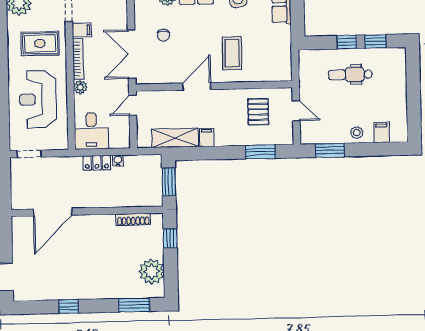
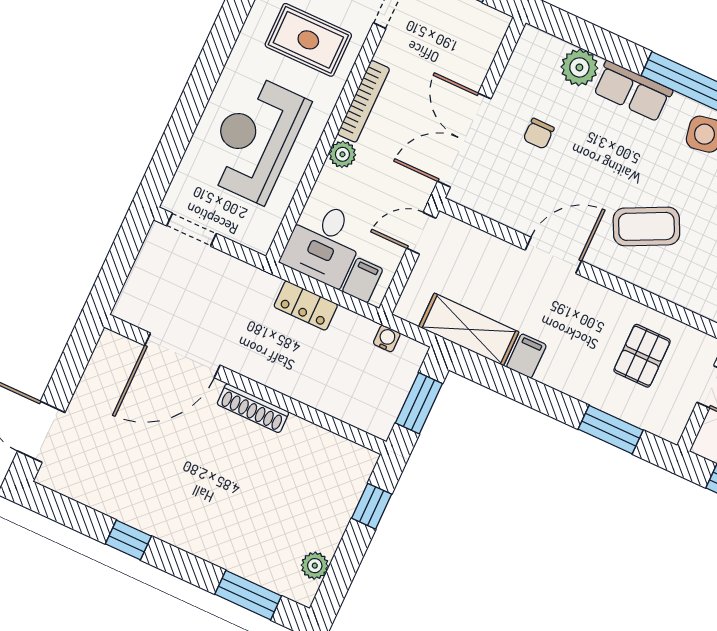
filing cabinet: (82, 30) -> (363, 280), moved, turned -90
coffee table: (232, 53) -> (646, 226), turned 64
water cooler: (118, 160) -> (387, 338), moved
shoe rack: (133, 219) -> (253, 408), moved
plant: (152, 271) -> (315, 566), width x0.53, depth x0.53

